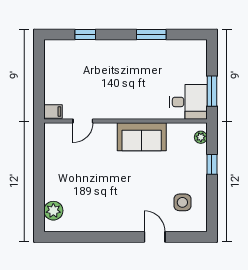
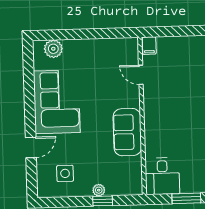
window: (212, 91) -> (186, 198), moved
plant: (201, 137) -> (99, 190), moved
corner sofa: (108, 209) -> (57, 102), added

